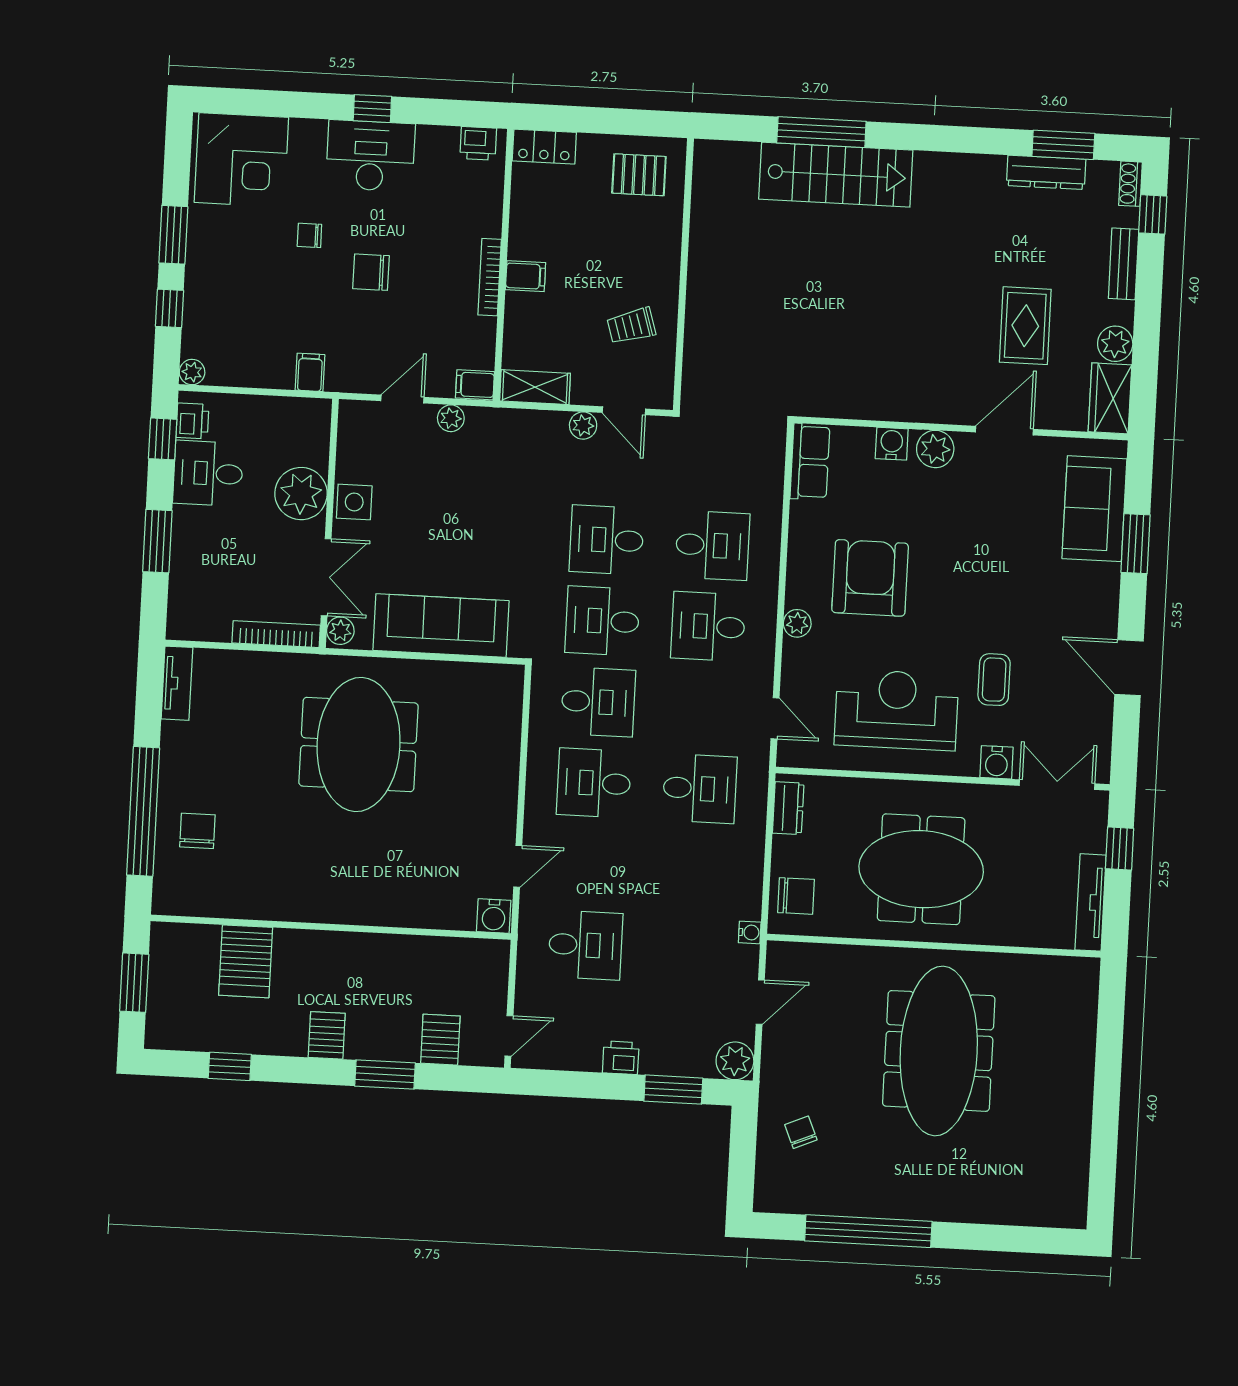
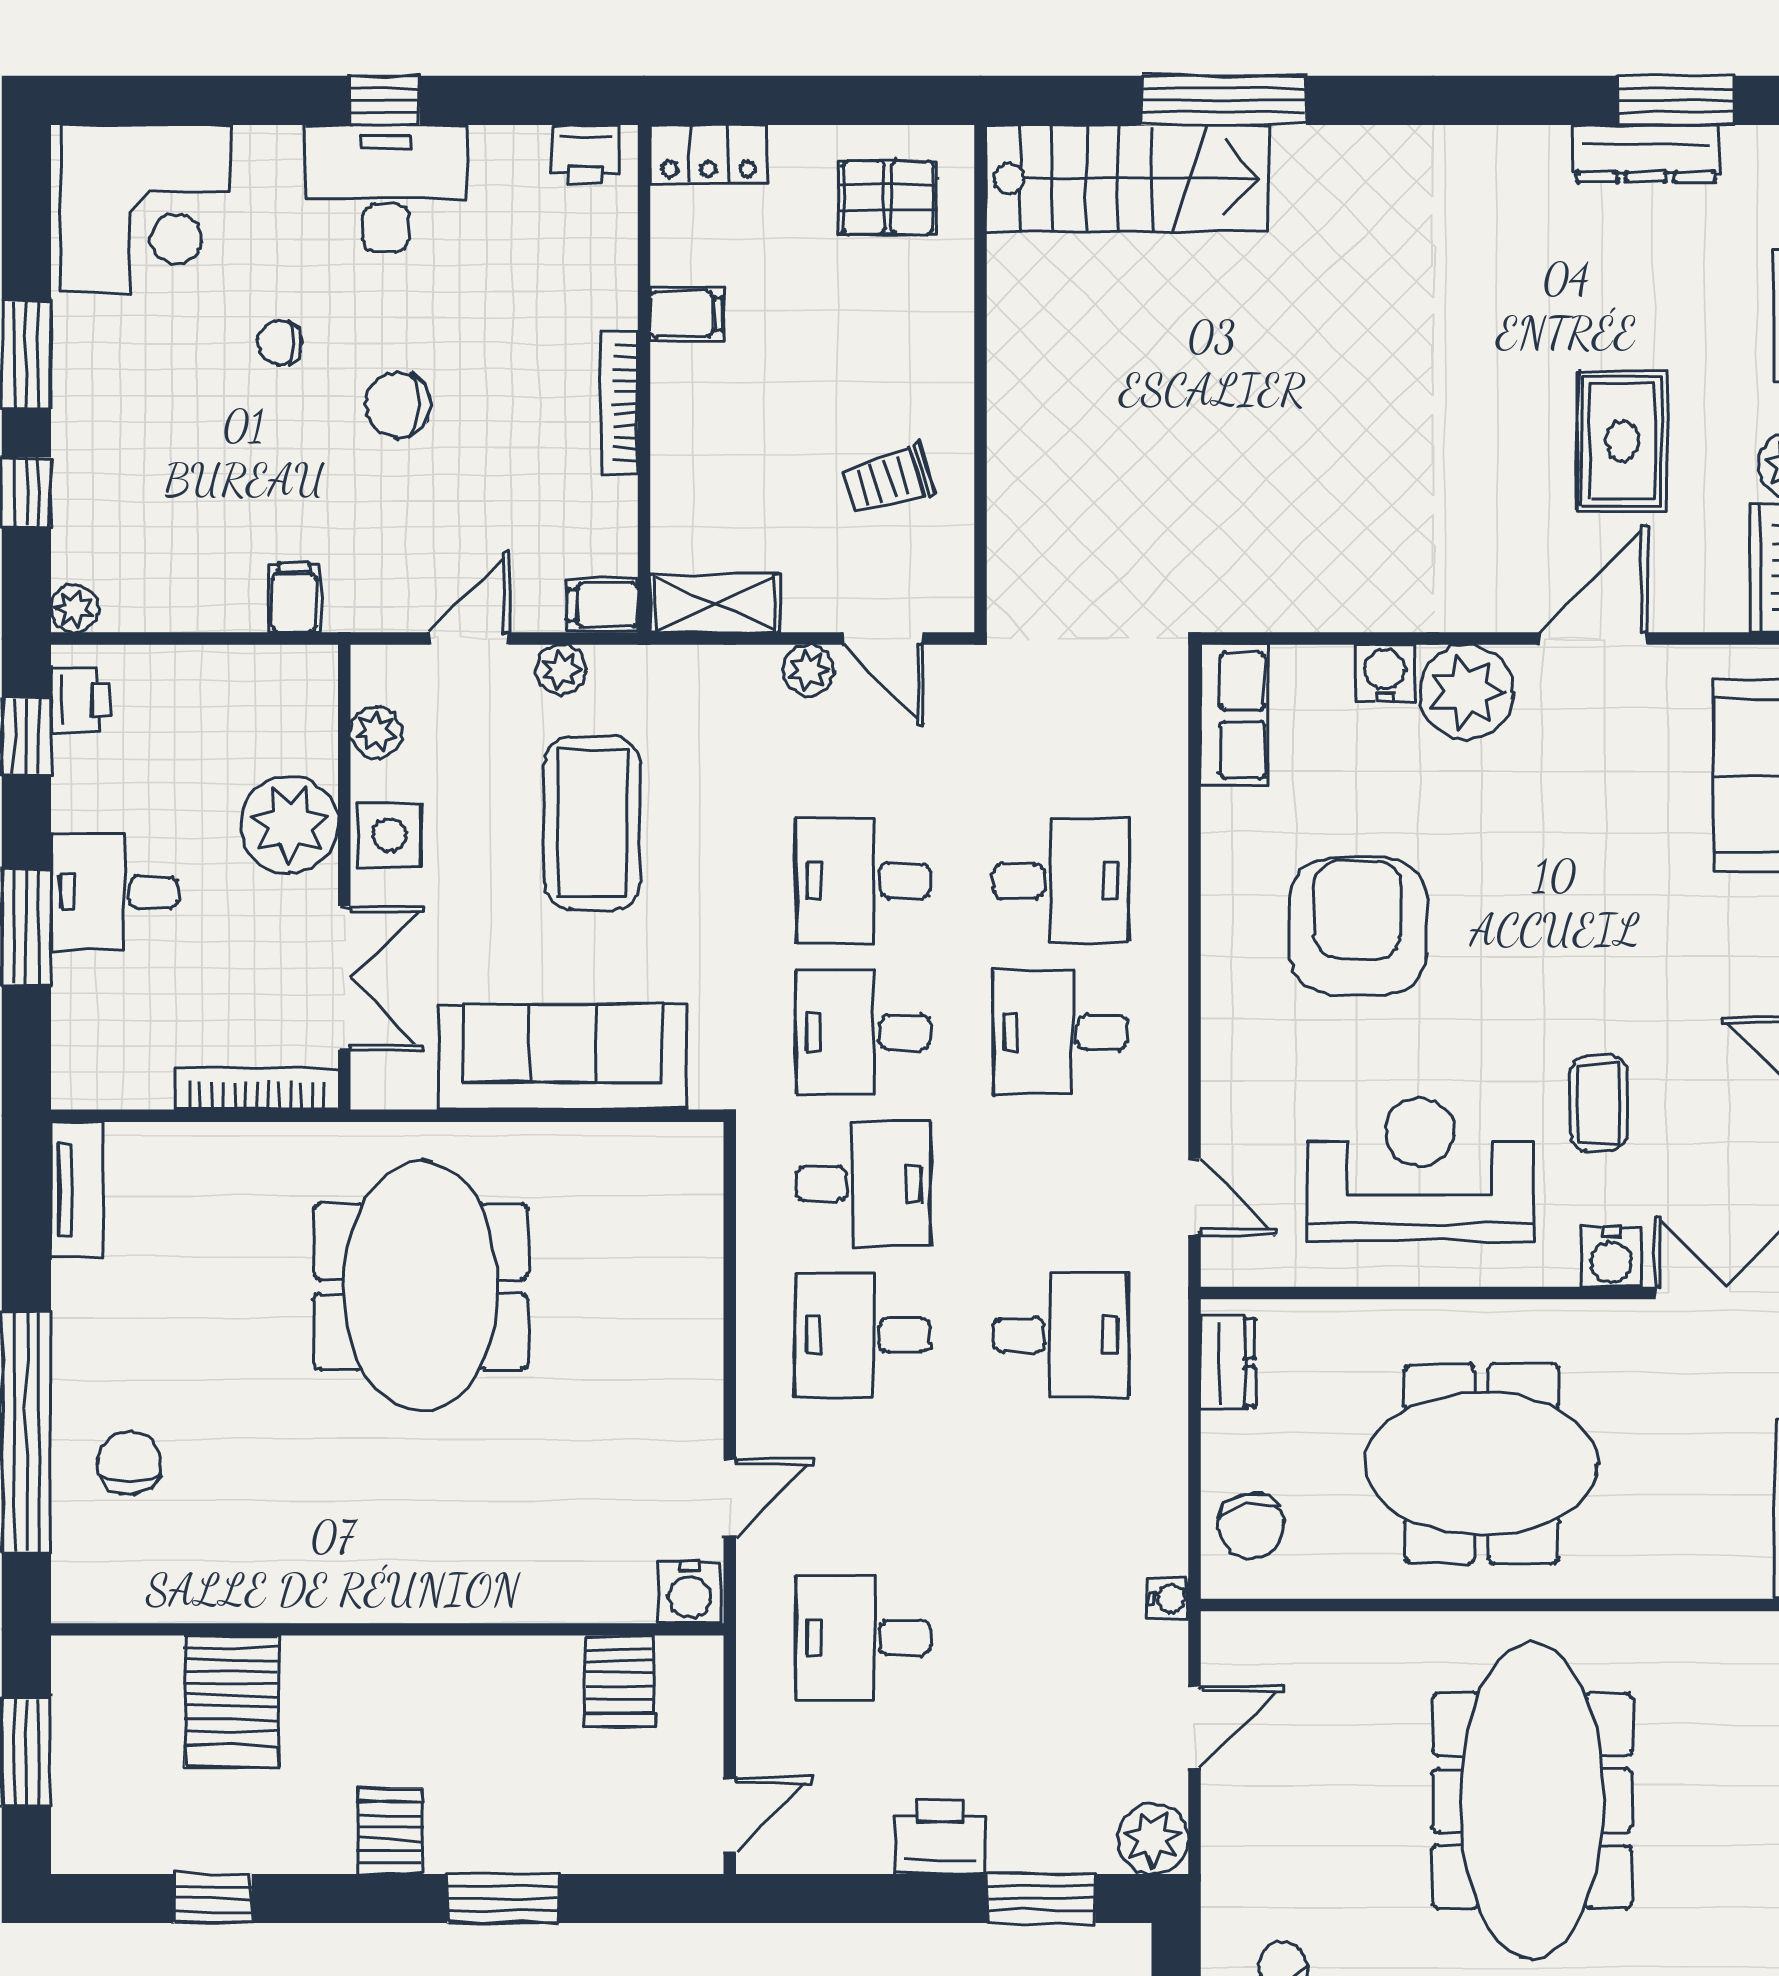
stairs: (836, 175) -> (1128, 178), moved
filing cabinet: (526, 276) -> (686, 314), moved
plant: (935, 449) -> (1466, 692), width x1.36, depth x1.36
desk: (208, 473) -> (114, 892), moved
coffee table: (463, 501) -> (592, 823), added
plant: (797, 623) -> (1226, 1018), removed
plant: (340, 631) -> (376, 732), moved
chair: (796, 896) -> (1251, 1526), turned 79
desk: (585, 945) -> (863, 1638), turned 180
server rack: (440, 1040) -> (619, 1681), moved, turned 180
printer: (621, 1058) -> (940, 1837), width x1.36, depth x1.24

